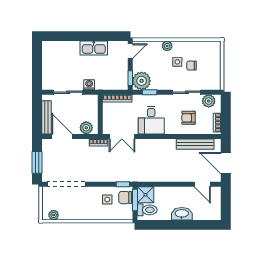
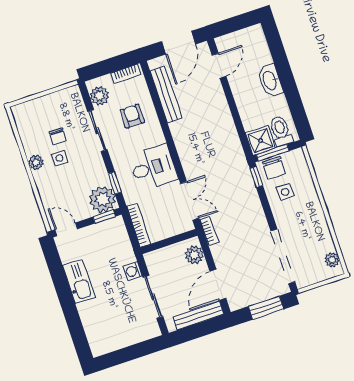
plant: (167, 46) -> (36, 163), moved
armchair: (189, 118) -> (132, 116), turned 180

